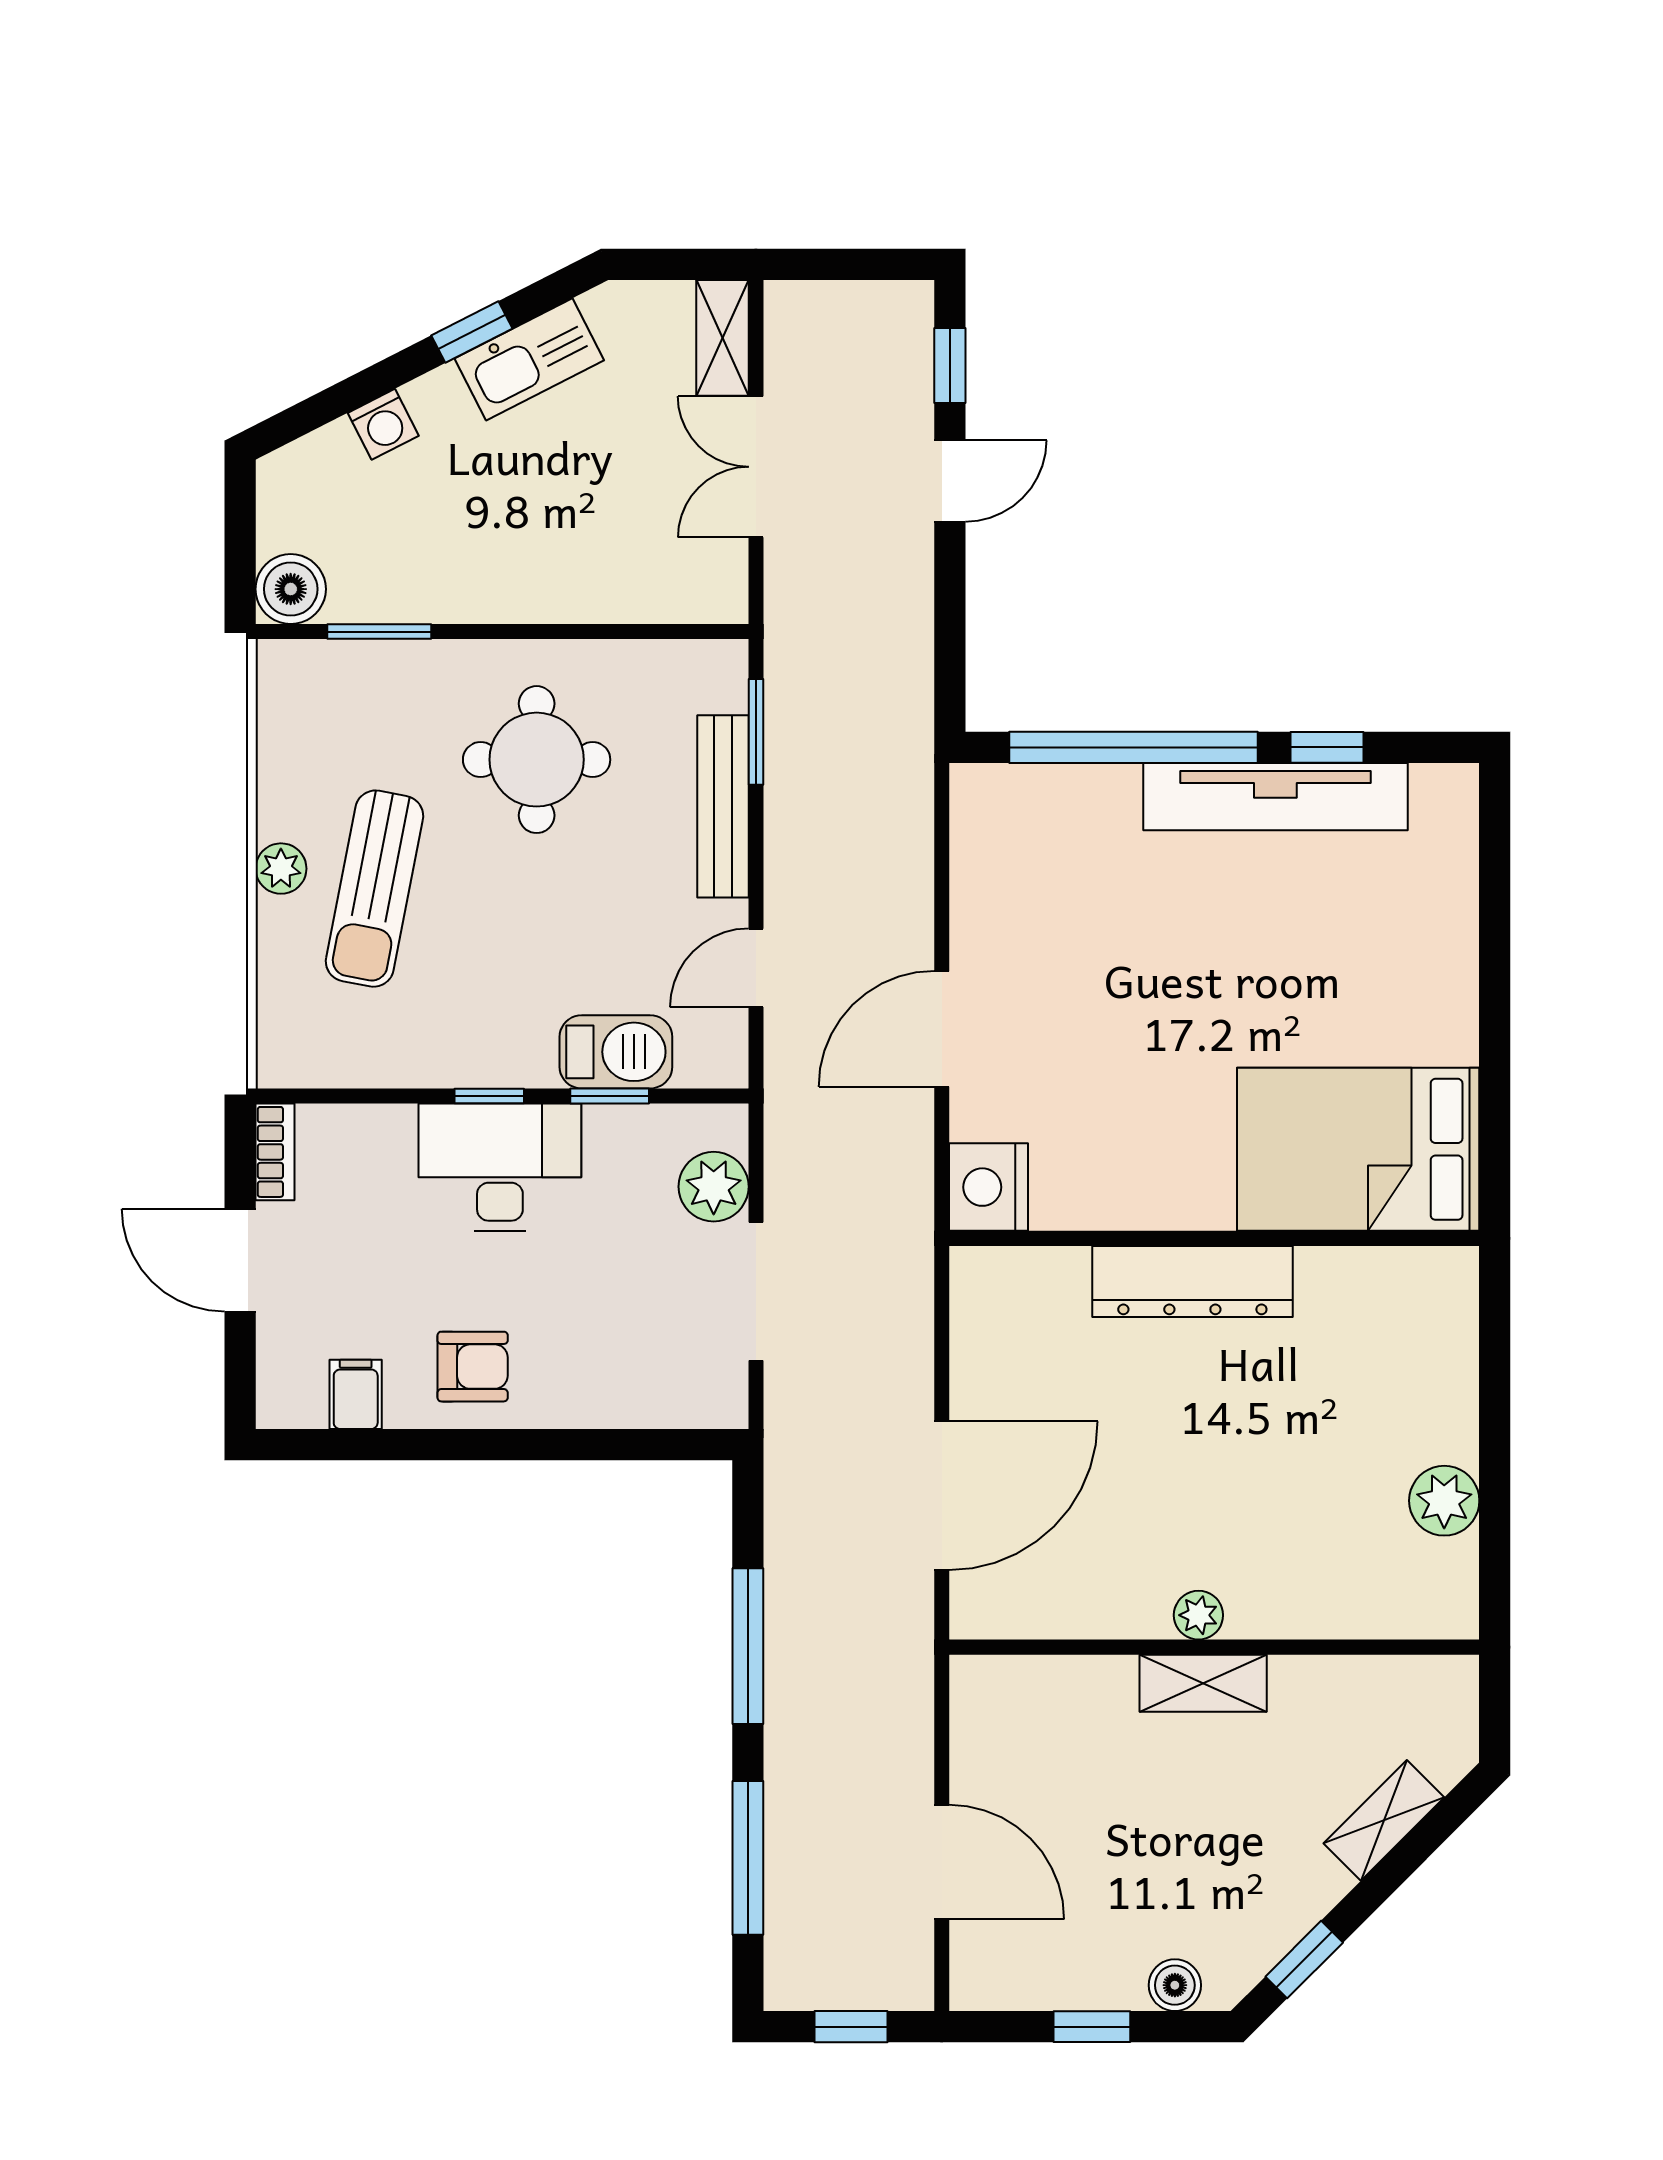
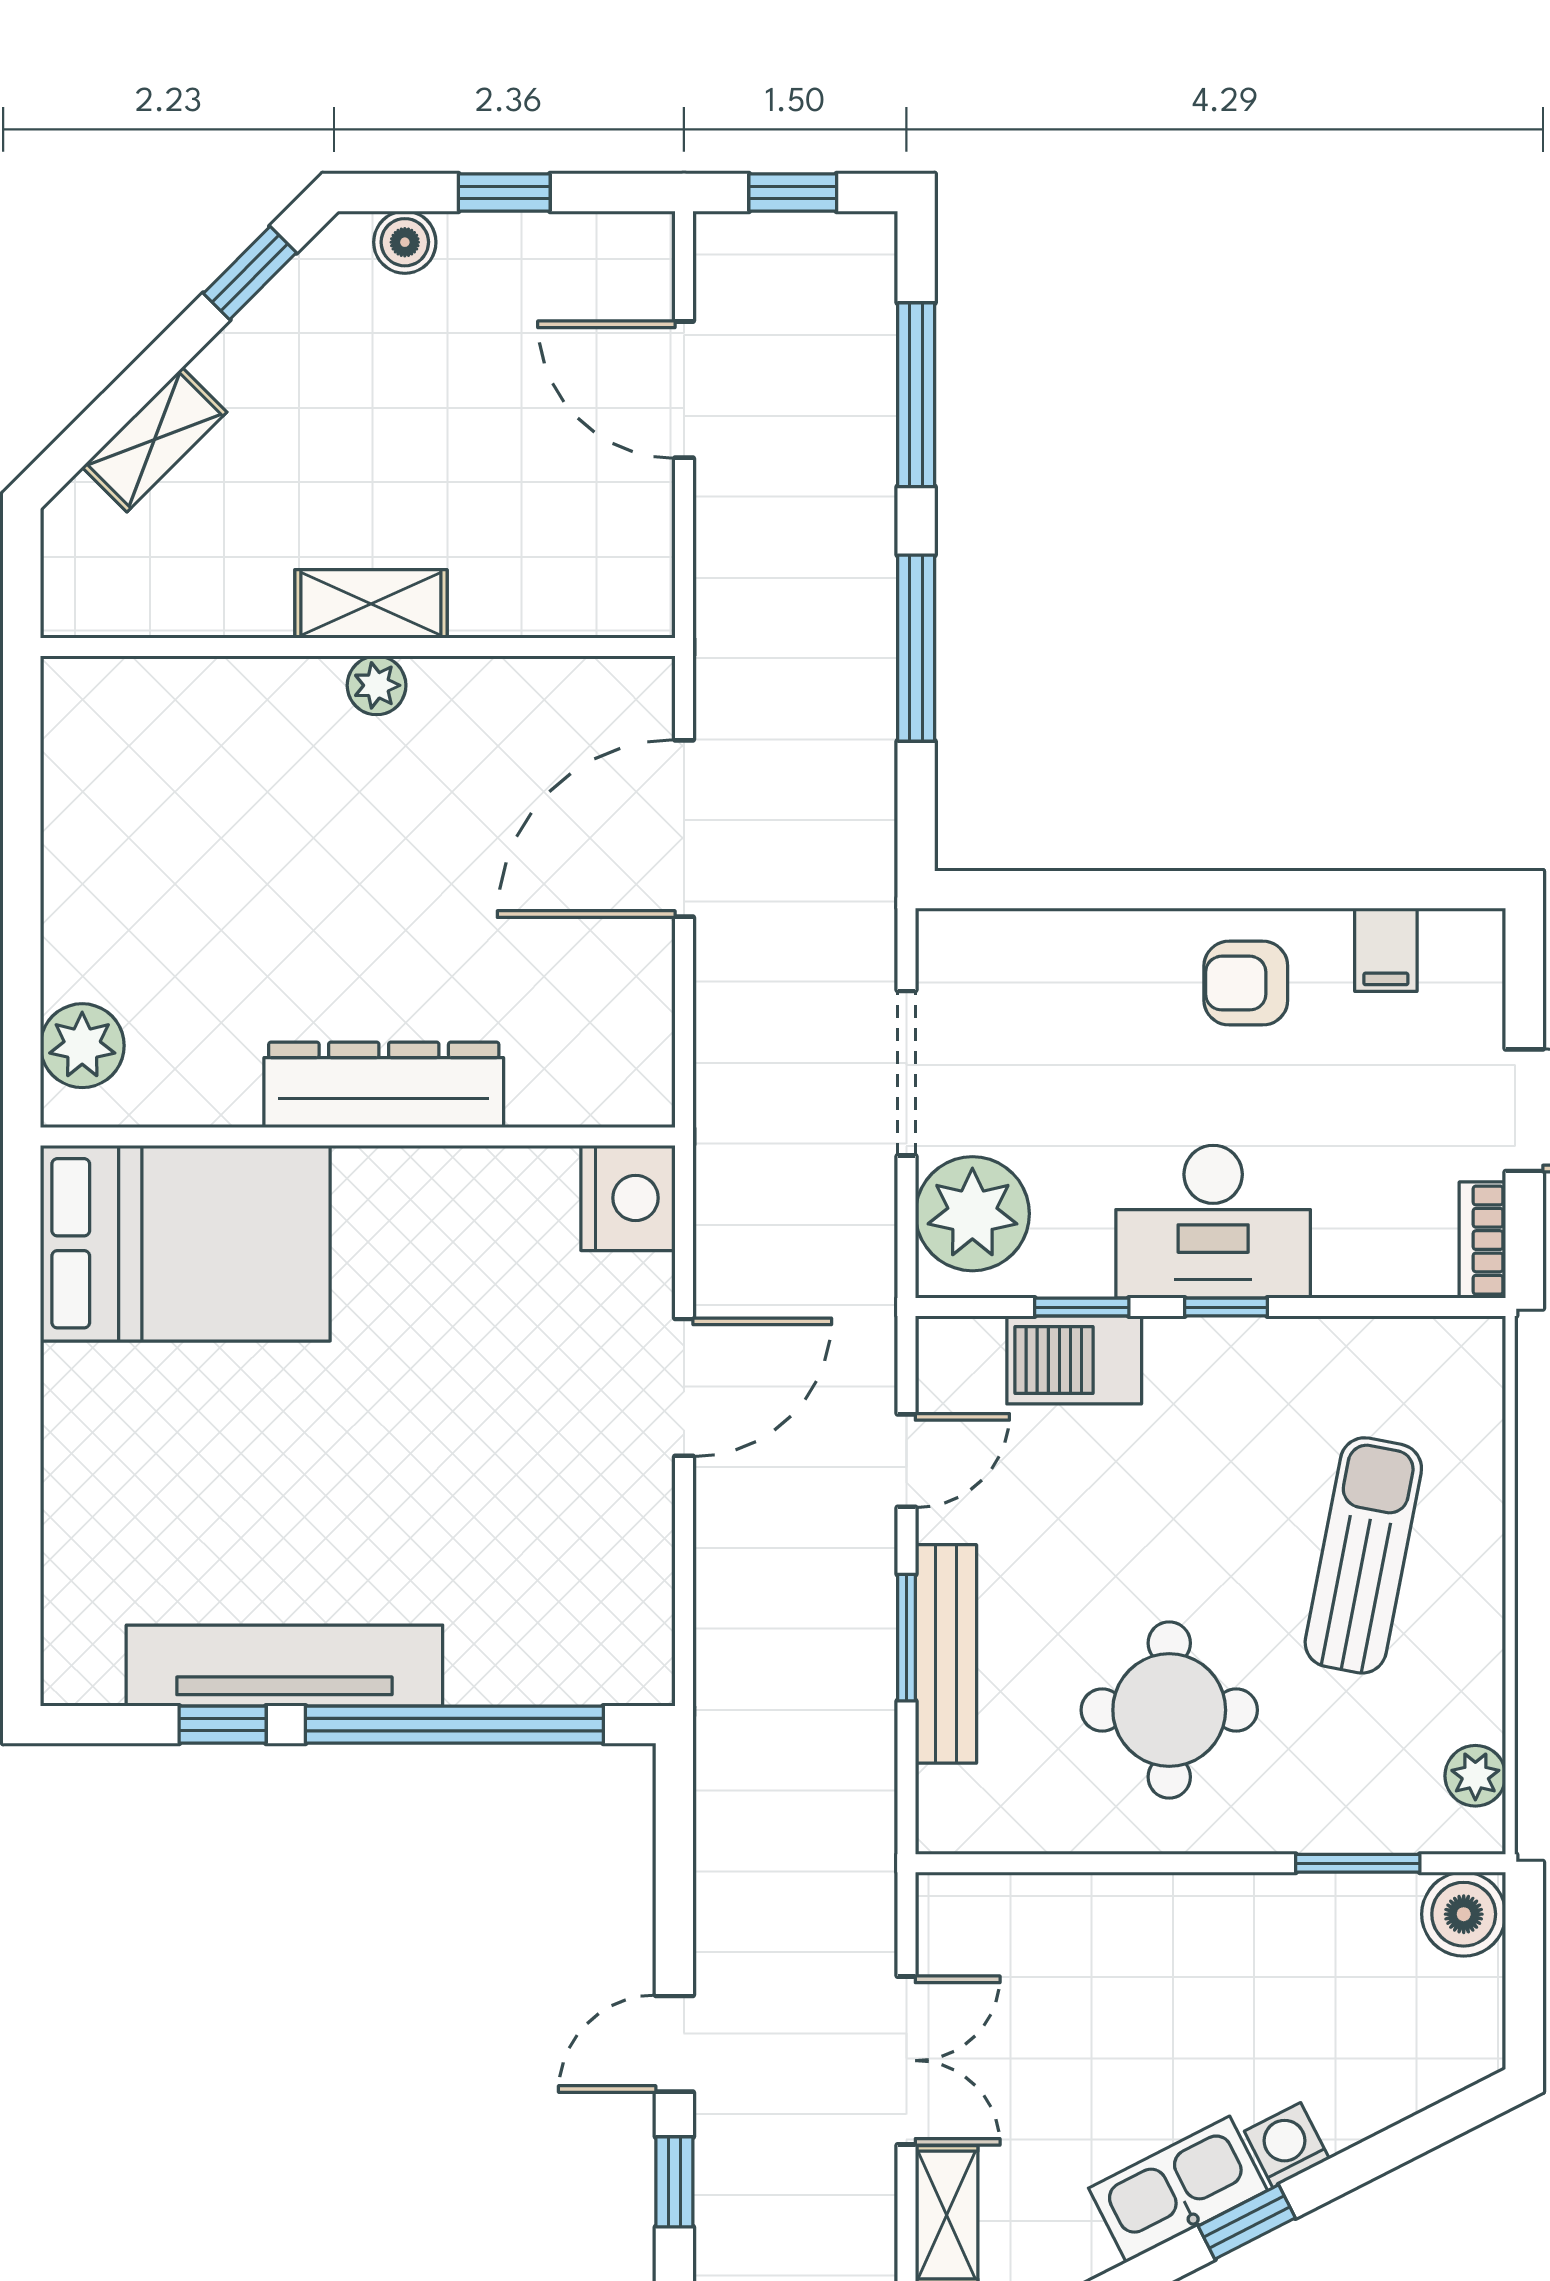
washing machine: (383, 424) -> (1287, 2145), moved
window: (756, 732) -> (906, 1638), moved
plant: (281, 869) -> (1475, 1776), moved
plant: (714, 1187) -> (972, 1214), width x1.36, depth x1.36
plant: (1444, 1501) -> (82, 1046), moved

